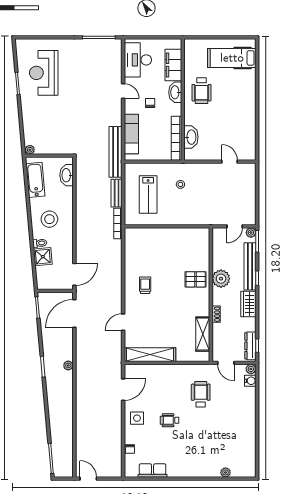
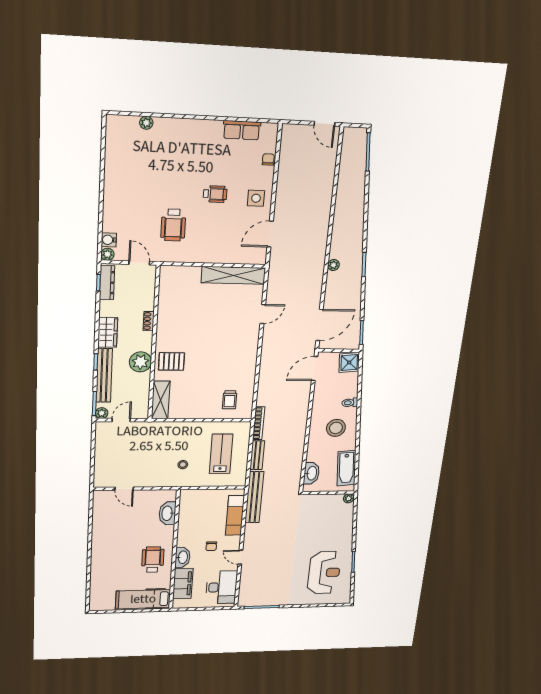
hospital bed: (232, 58) -> (143, 599), moved, turned 180
bookcase: (177, 138) -> (184, 512), removed
shower: (43, 257) -> (349, 362), moved
trolley: (145, 285) -> (230, 400), moved
shelving: (203, 334) -> (161, 400), moved

